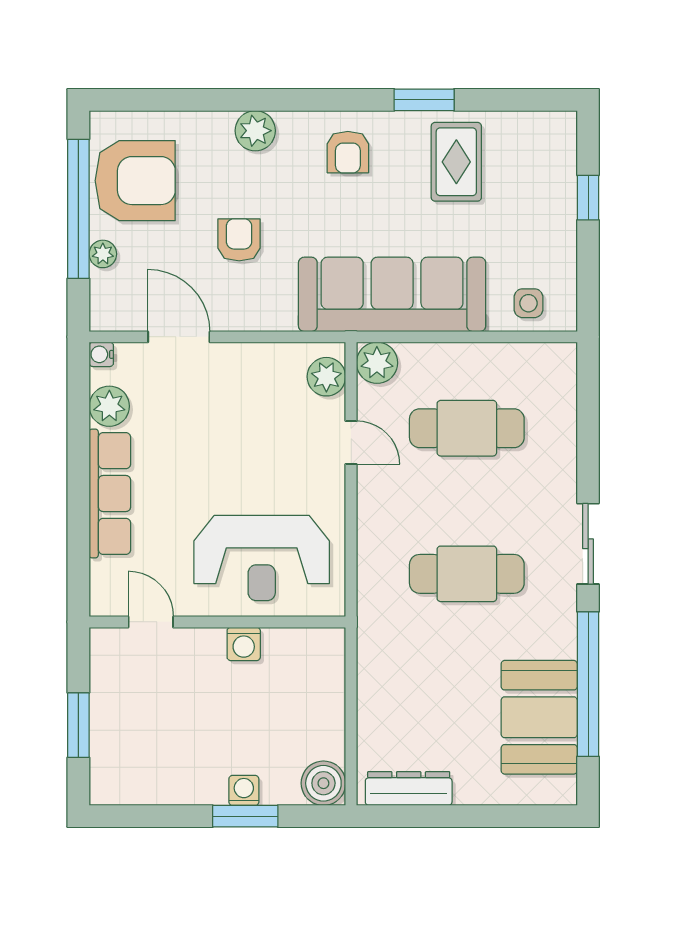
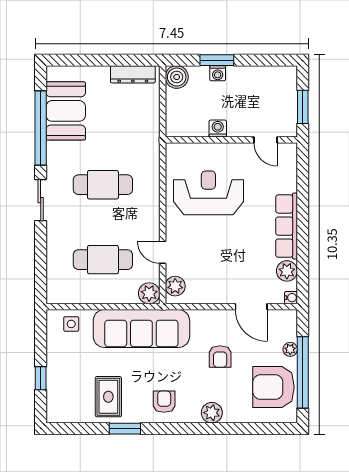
door: (151, 622) -> (266, 140), moved
wall: (217, 622) -> (231, 140), moved
washing machine: (244, 644) -> (218, 128), moved

